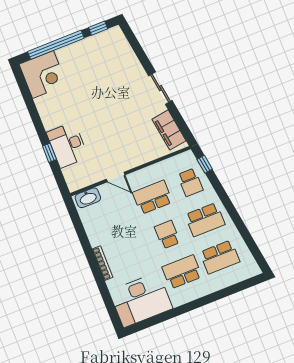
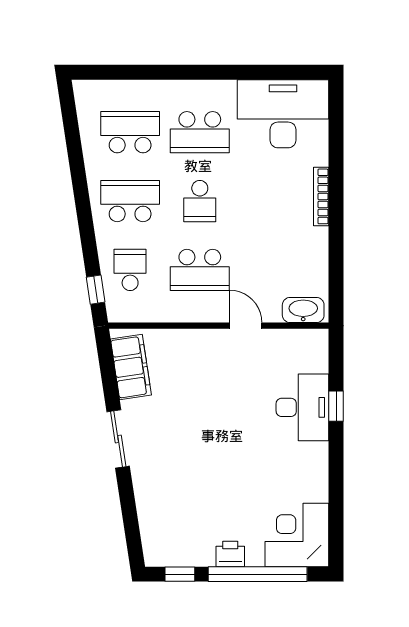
printer: (75, 50) -> (230, 554), added

